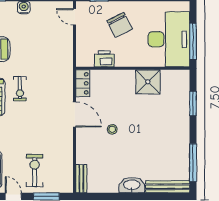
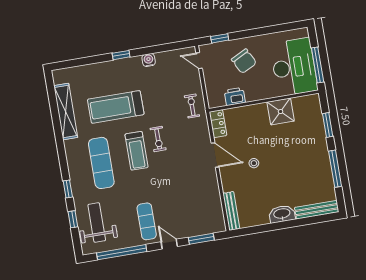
window: (193, 163) -> (335, 169), moved
exercise bike: (35, 170) -> (192, 106), moved, width x0.73, depth x0.72
bench: (81, 179) -> (231, 211), width x1.36

